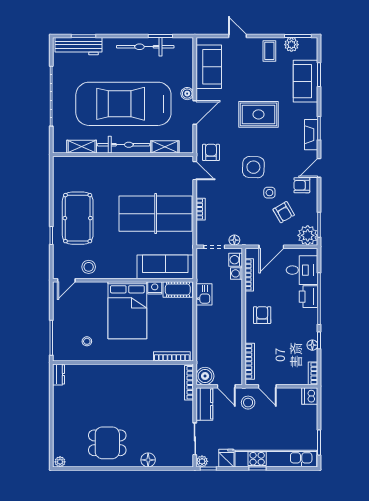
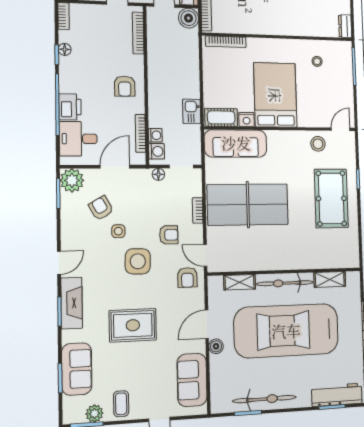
car: (123, 104) -> (286, 331), turned 180
fireplace: (311, 135) -> (72, 303), width x1.37, depth x1.32
armchair: (302, 185) -> (169, 235), moved

